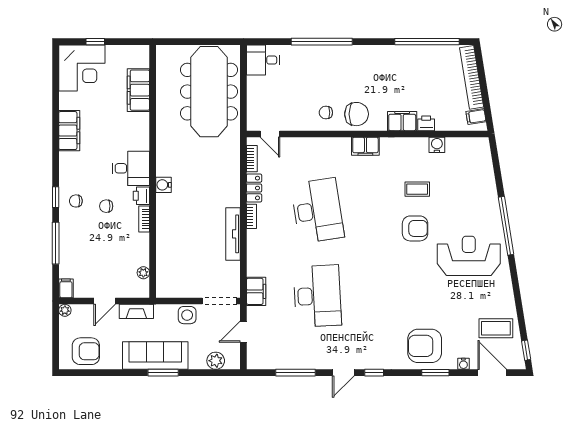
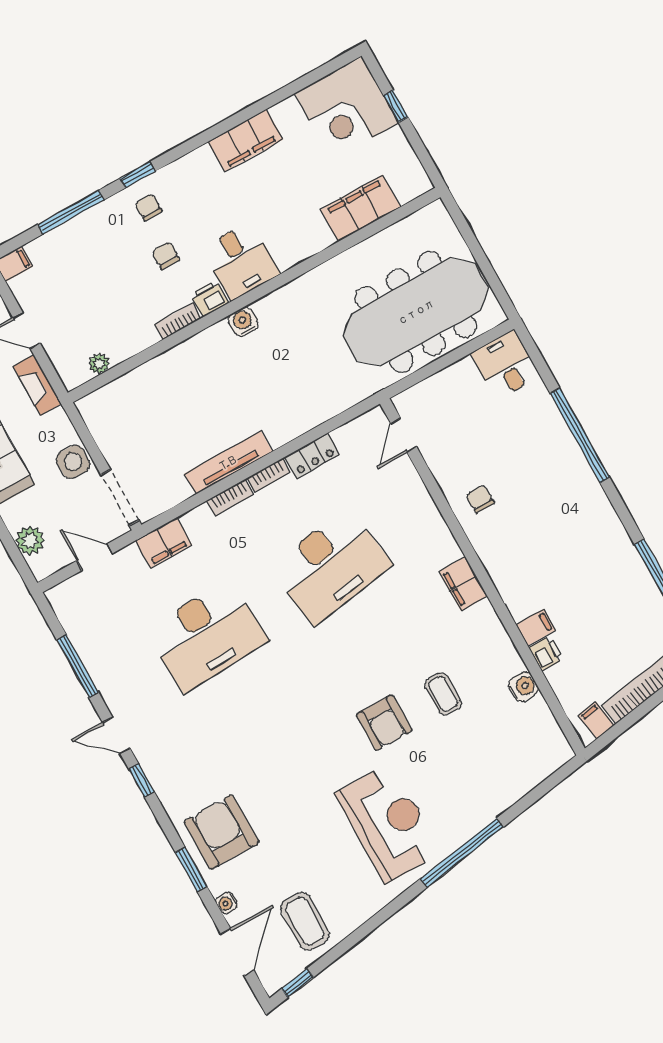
chair: (357, 114) -> (503, 545), removed
filing cabinet: (402, 121) -> (536, 627), width x0.50
bookcase: (252, 159) -> (230, 497), moved

